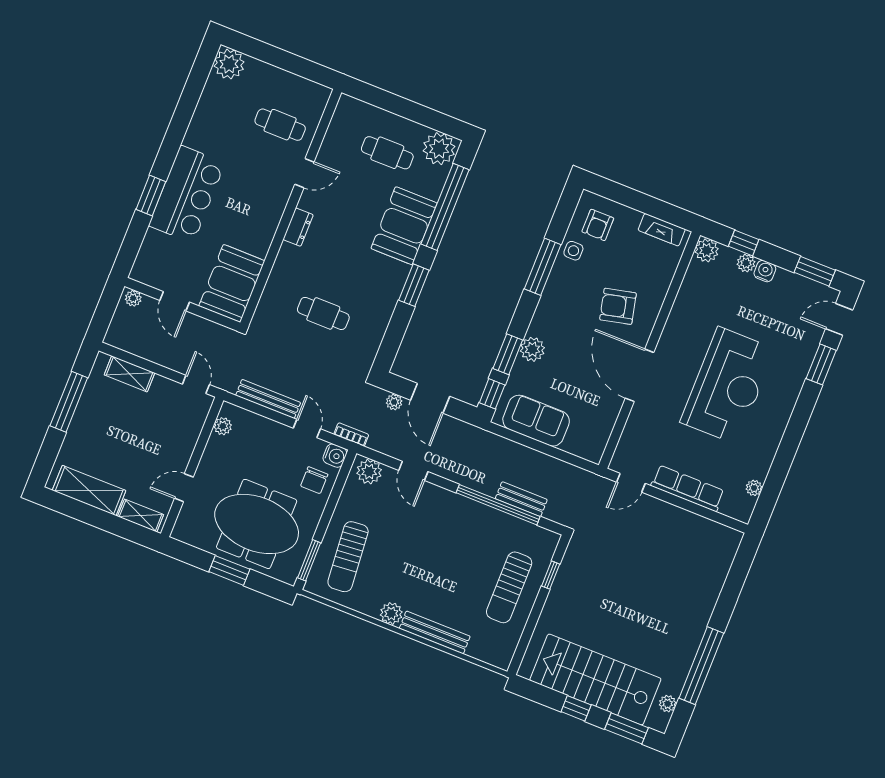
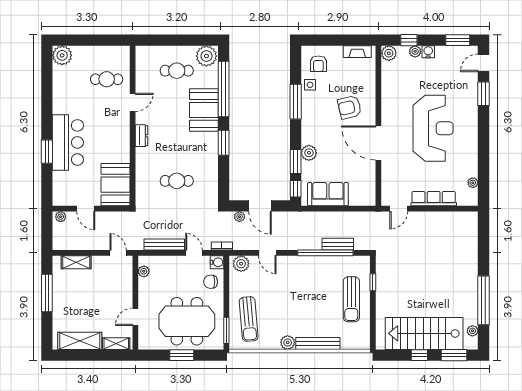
chair: (314, 480) -> (211, 282), turned 90

